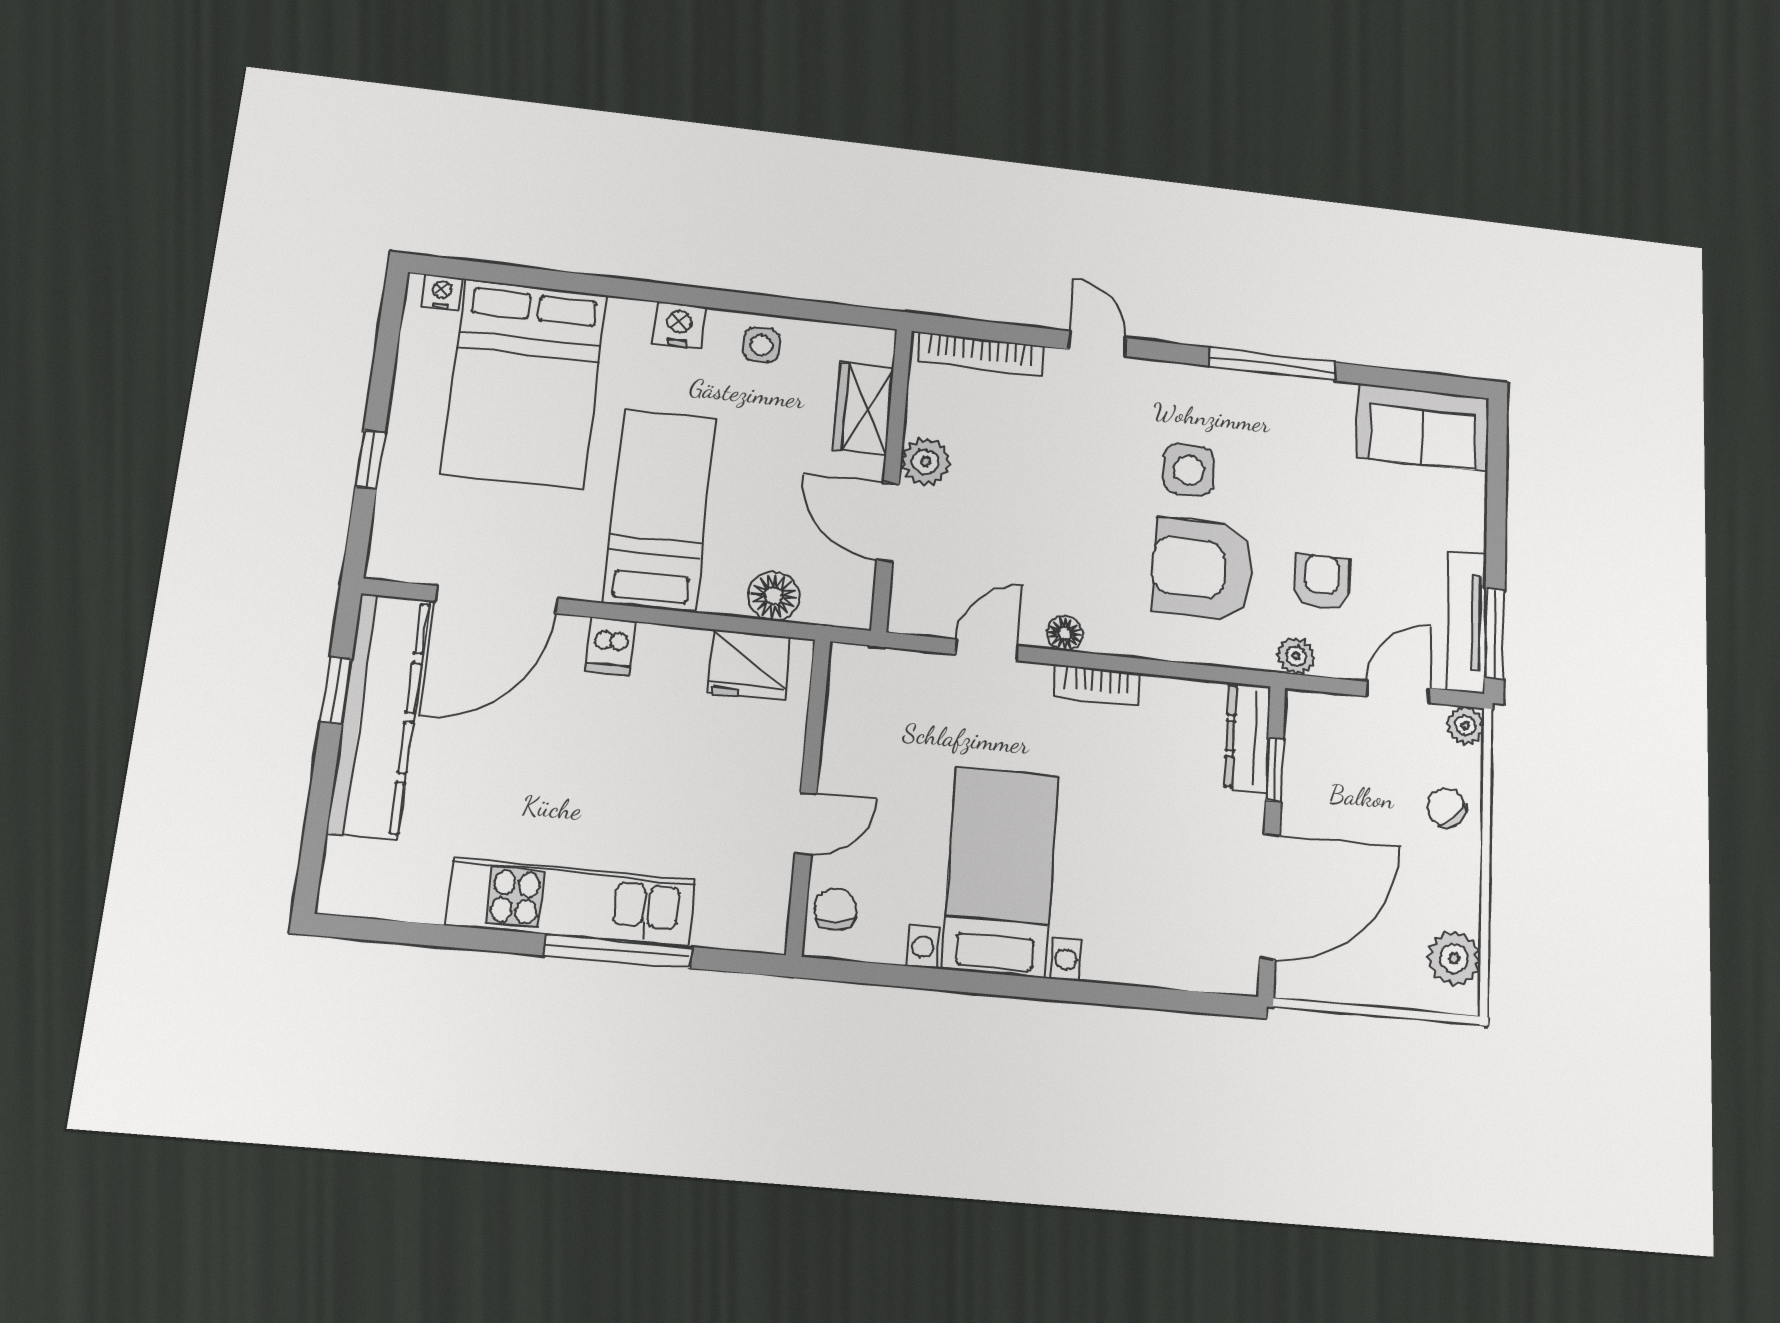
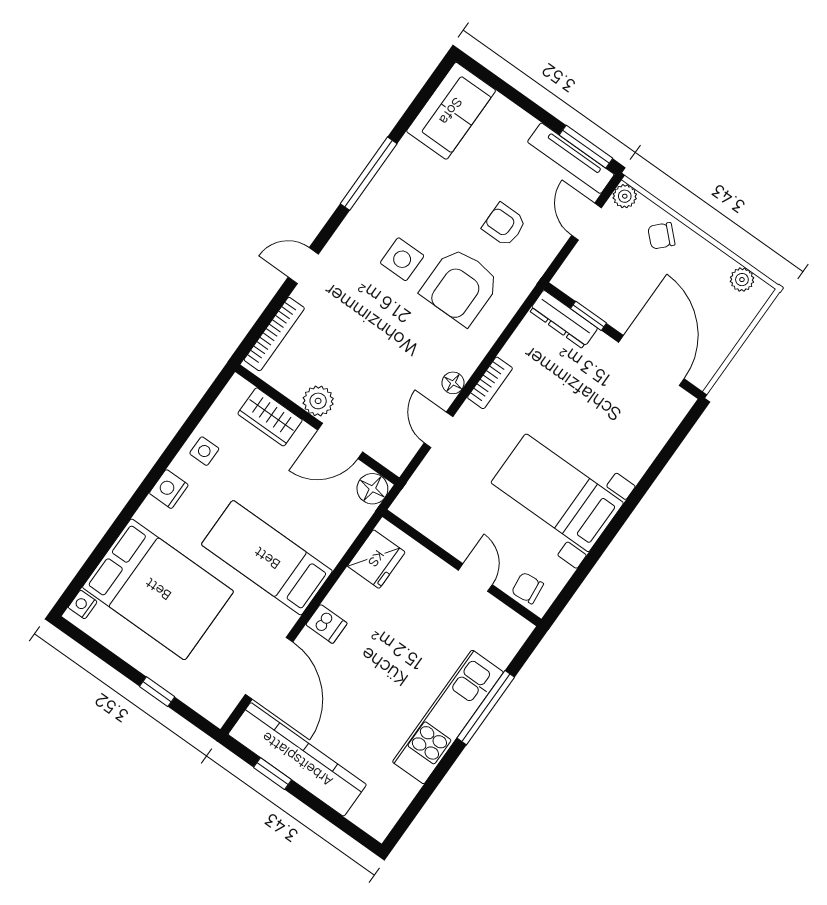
floor lamp: (774, 596) -> (372, 489), moved
plant: (1296, 656) -> (536, 265), removed
plant: (1454, 958) -> (742, 280), width x0.73, depth x0.73

